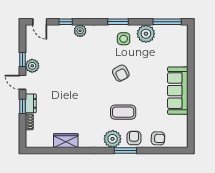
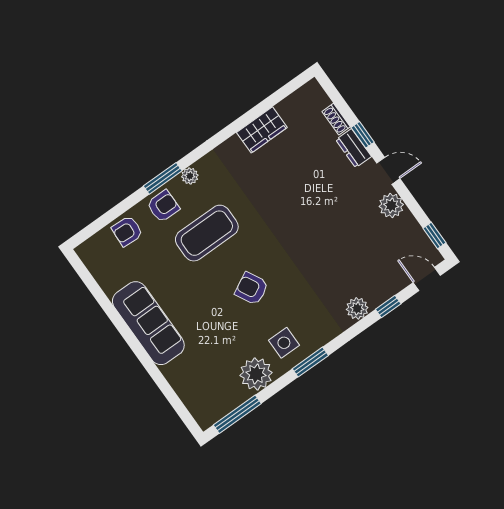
window: (22, 60) -> (434, 236), moved
coffee table: (123, 112) -> (207, 233), width x1.36, depth x1.32
armchair: (134, 138) -> (163, 206), turned -90
plant: (113, 139) -> (190, 176), width x0.53, depth x0.53

